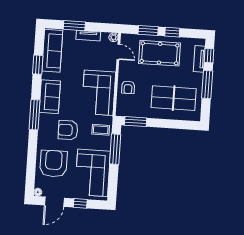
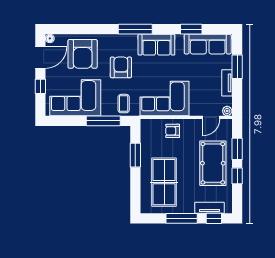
window: (136, 122) -> (135, 155), moved
armchair: (54, 164) -> (83, 54), turned 90
door: (54, 202) -> (40, 58), swing flipped

